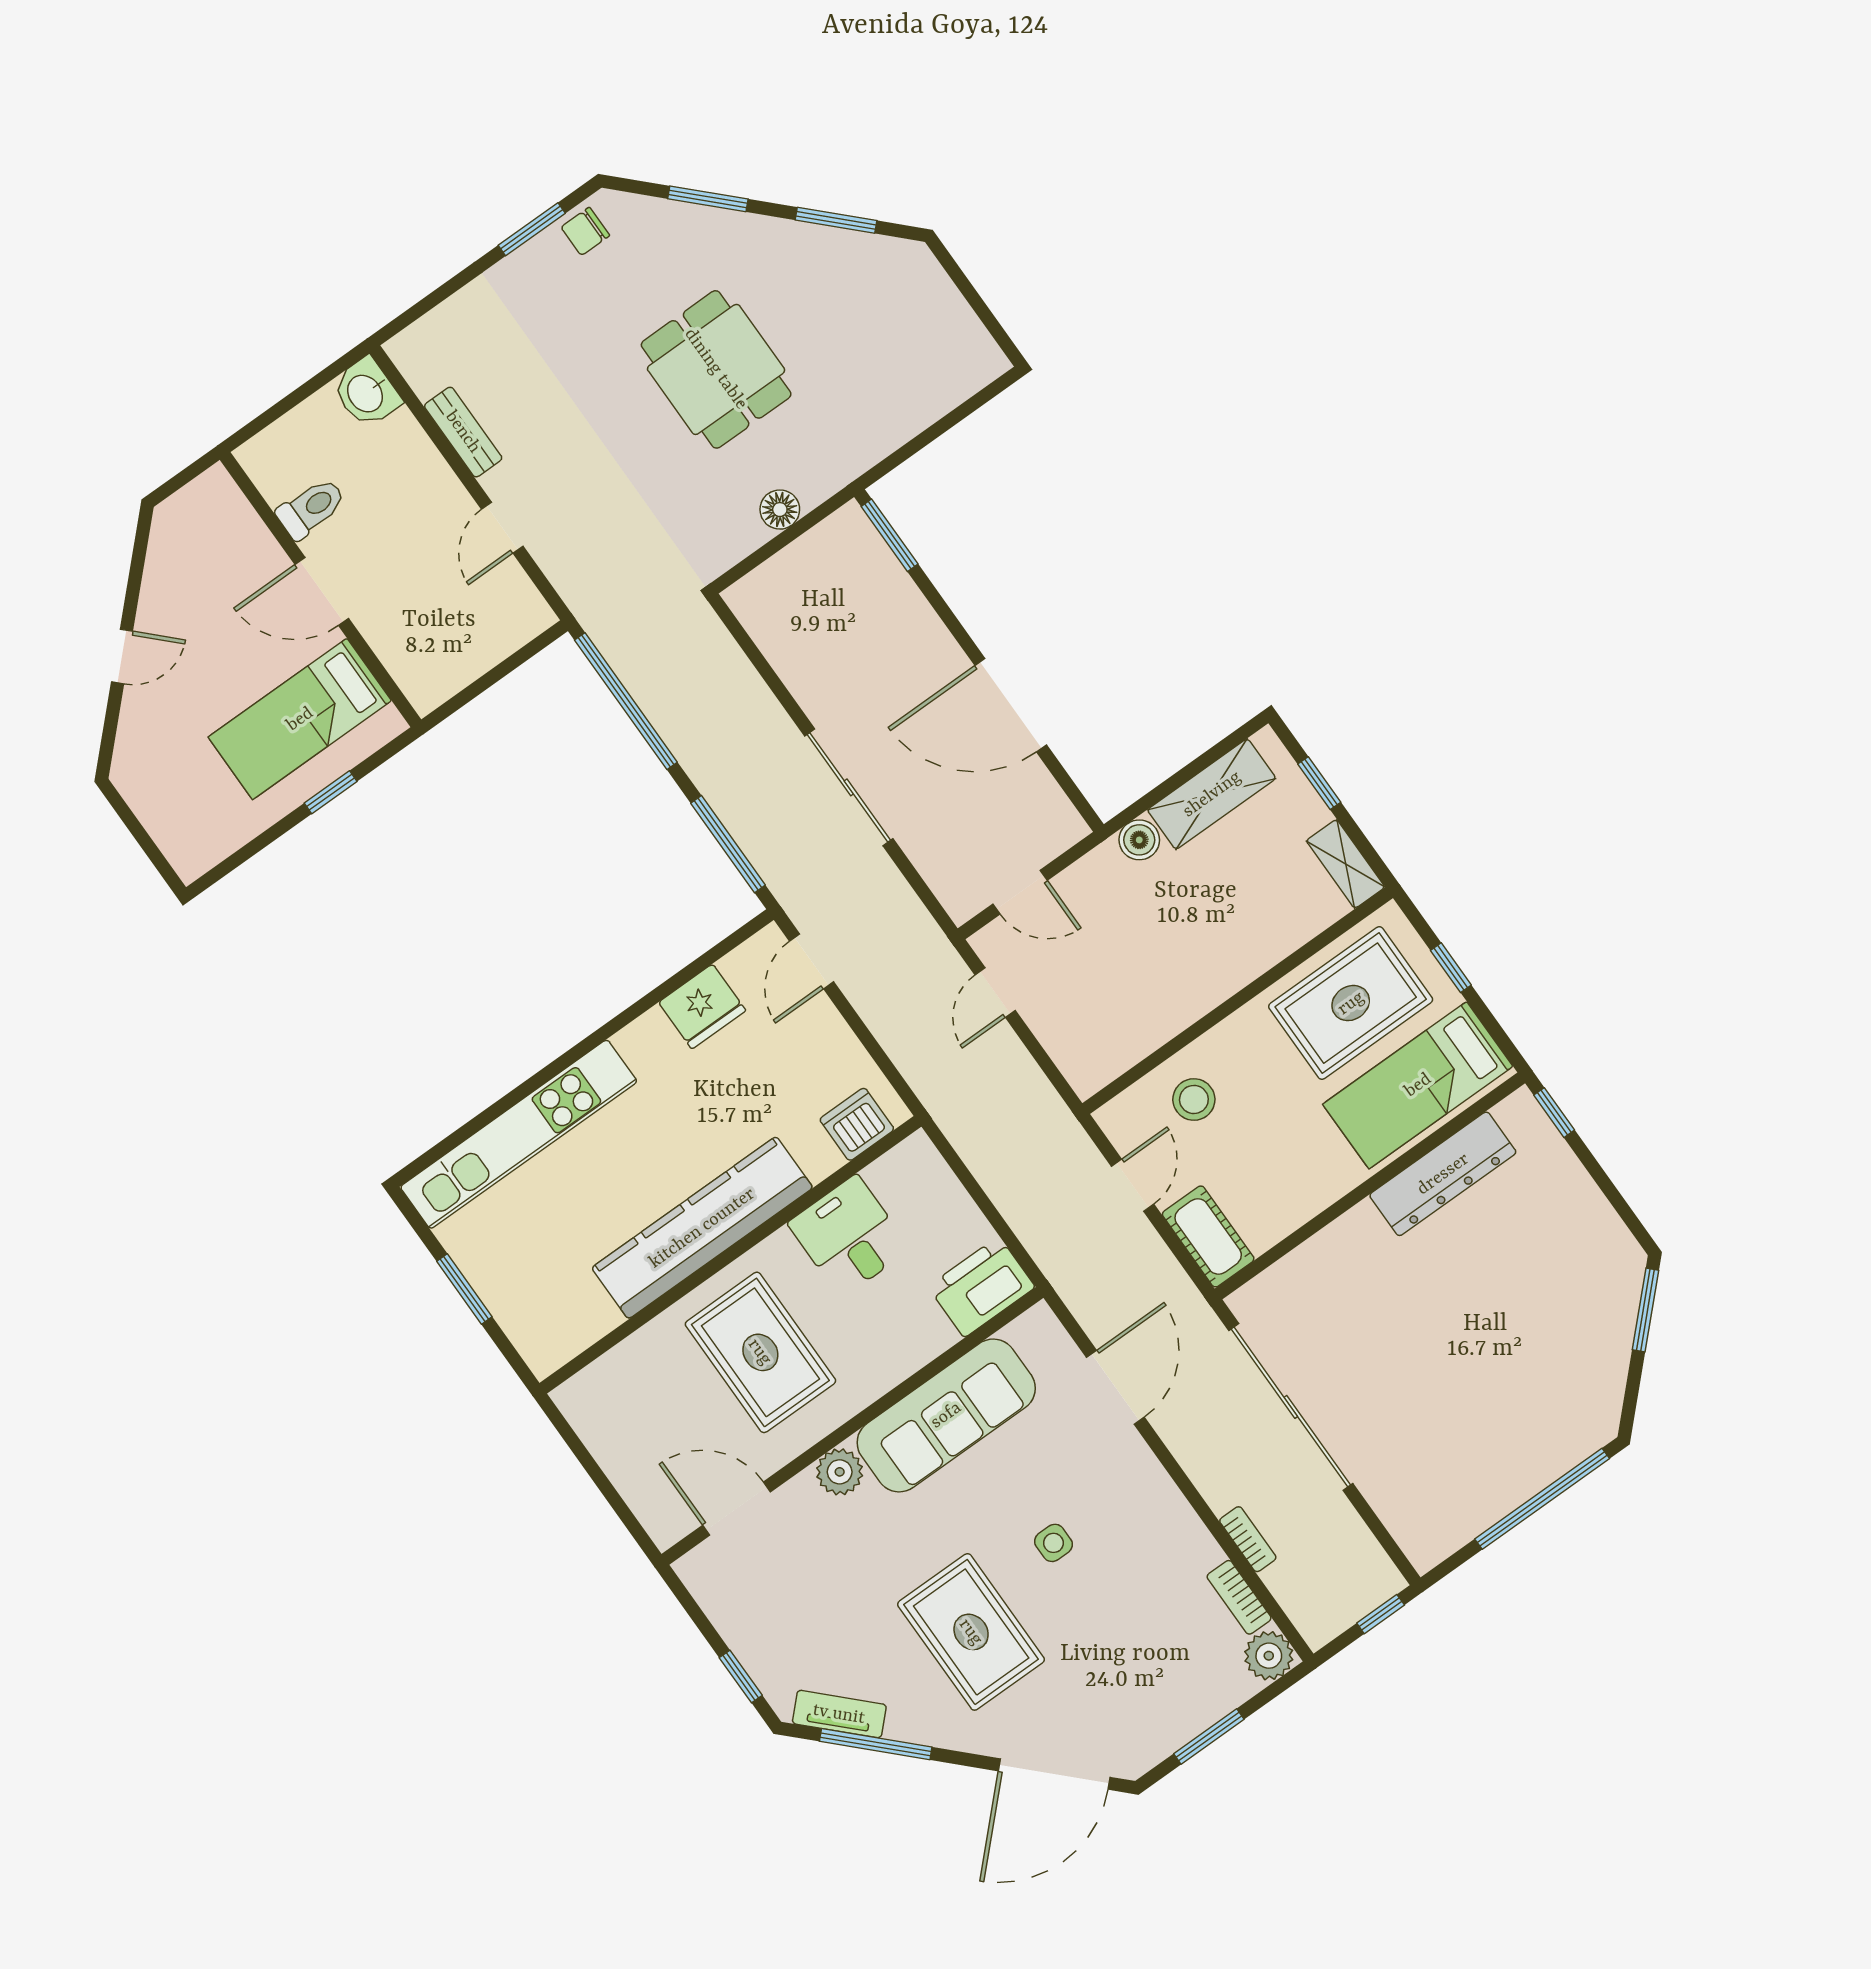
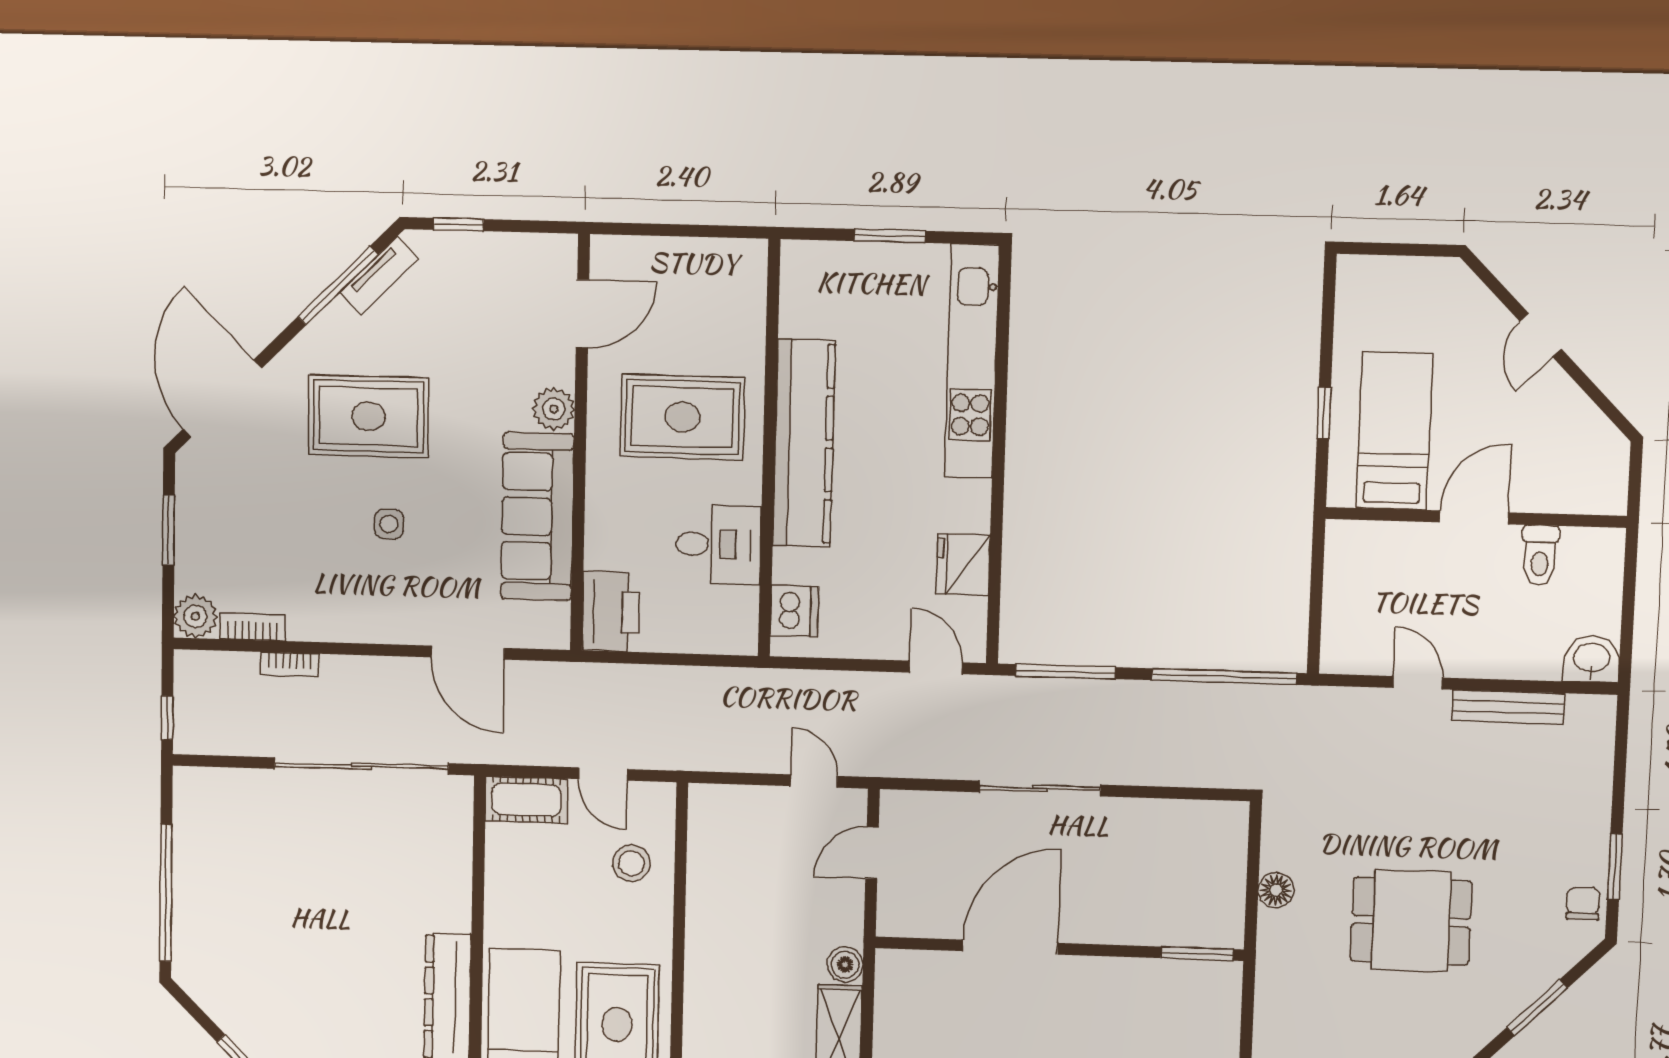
bench: (463, 432) -> (1508, 707), width x1.36

